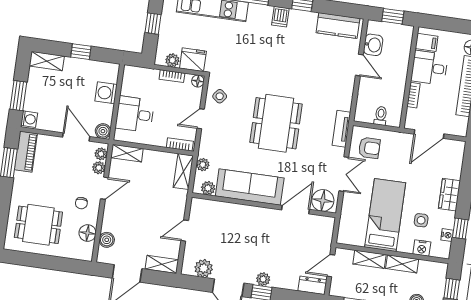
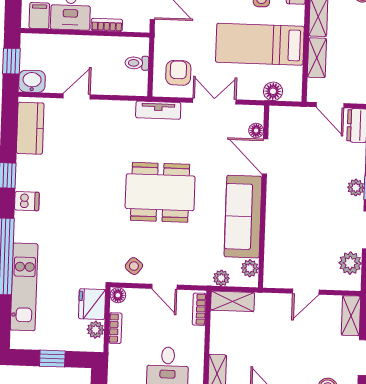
washbasin: (373, 45) -> (32, 81), moved
floor lamp: (323, 200) -> (256, 130), width x0.53, depth x0.53
floor lamp: (347, 222) -> (273, 91), added
door: (185, 231) -> (306, 292), hinge flipped

